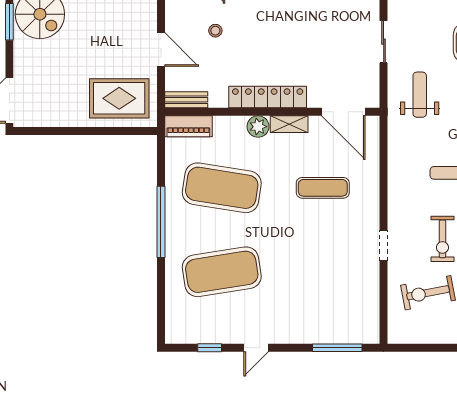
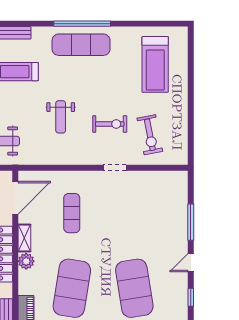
door: (256, 348) -> (191, 263), swing flipped
window: (337, 348) -> (191, 222), moved

